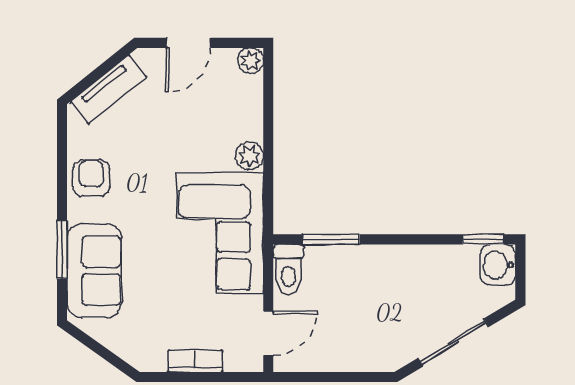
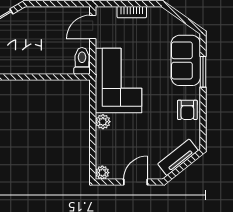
window: (331, 239) -> (59, 77), removed

